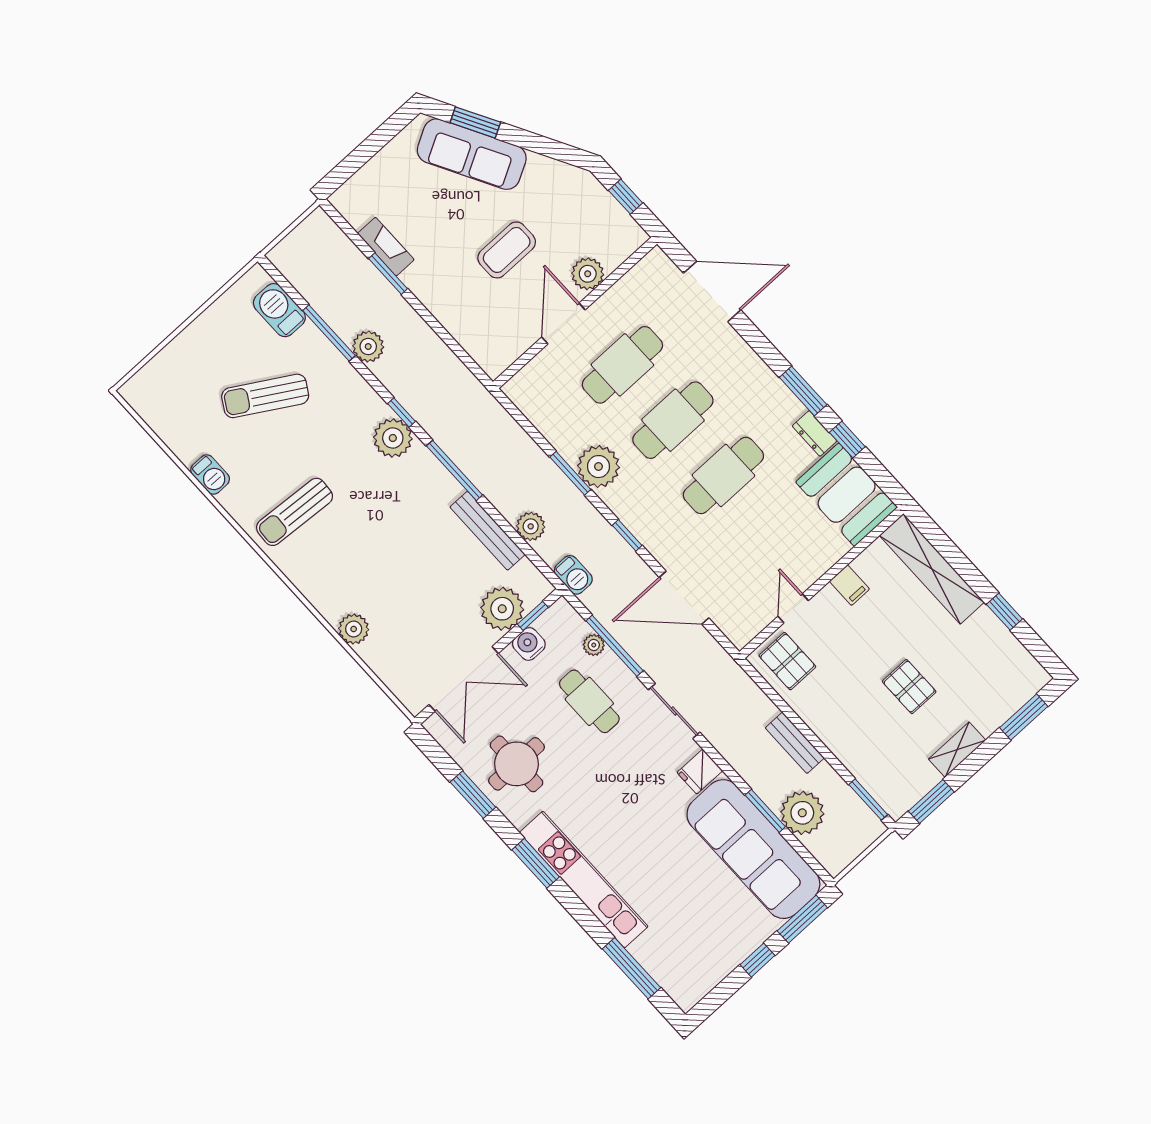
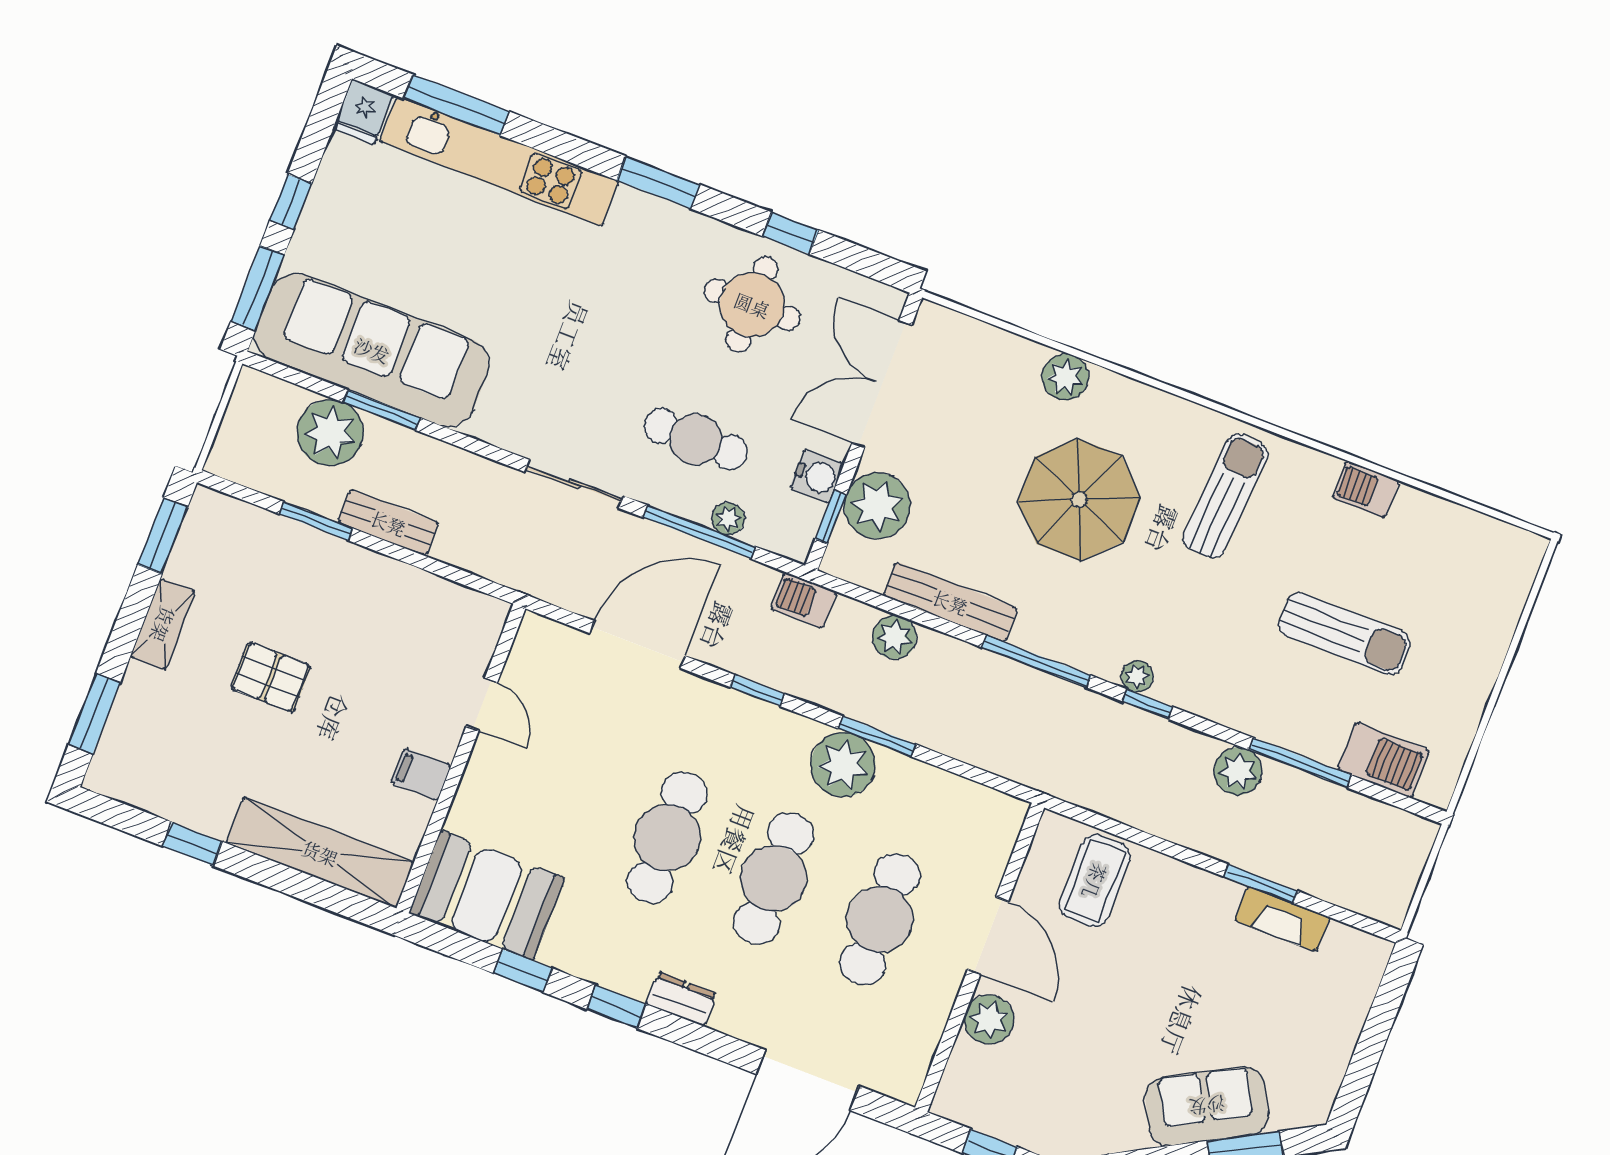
sofa: (472, 154) -> (1207, 1106), width x0.73
coffee table: (507, 250) -> (1095, 881), moved
window: (803, 391) -> (616, 1007), width x0.67
sun lounger: (265, 396) -> (1344, 634), turned 59
dresser: (815, 433) -> (681, 999), moved
plant: (393, 438) -> (1137, 676), width x0.53, depth x0.53
parasol: (382, 553) -> (1079, 500), added
pallet: (787, 661) -> (454, 629), removed
fridge: (700, 772) -> (363, 112), moved, turned 180
window: (473, 795) -> (790, 233), width x0.67
window: (868, 800) -> (316, 521), moved
kitchen unit: (584, 880) -> (499, 161), moved

